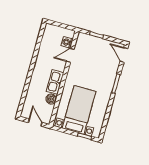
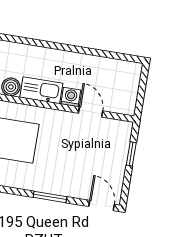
washing machine: (67, 42) -> (71, 97), moved
door: (124, 55) -> (102, 205), hinge flipped

